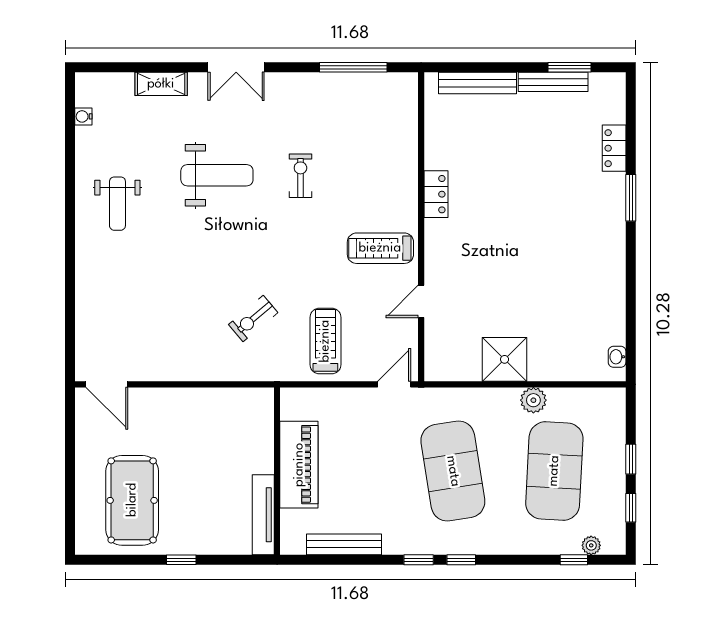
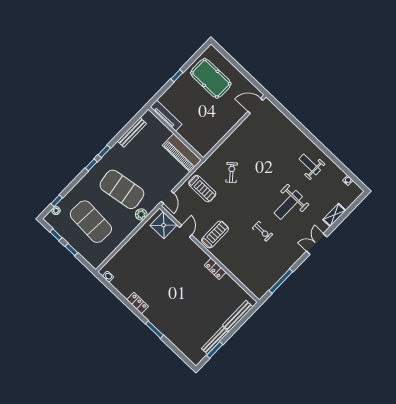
locker: (614, 148) -> (138, 303), moved
shower: (505, 359) -> (164, 225), moved
plant: (533, 400) -> (141, 214), moved
piano: (299, 465) -> (182, 153), moved

